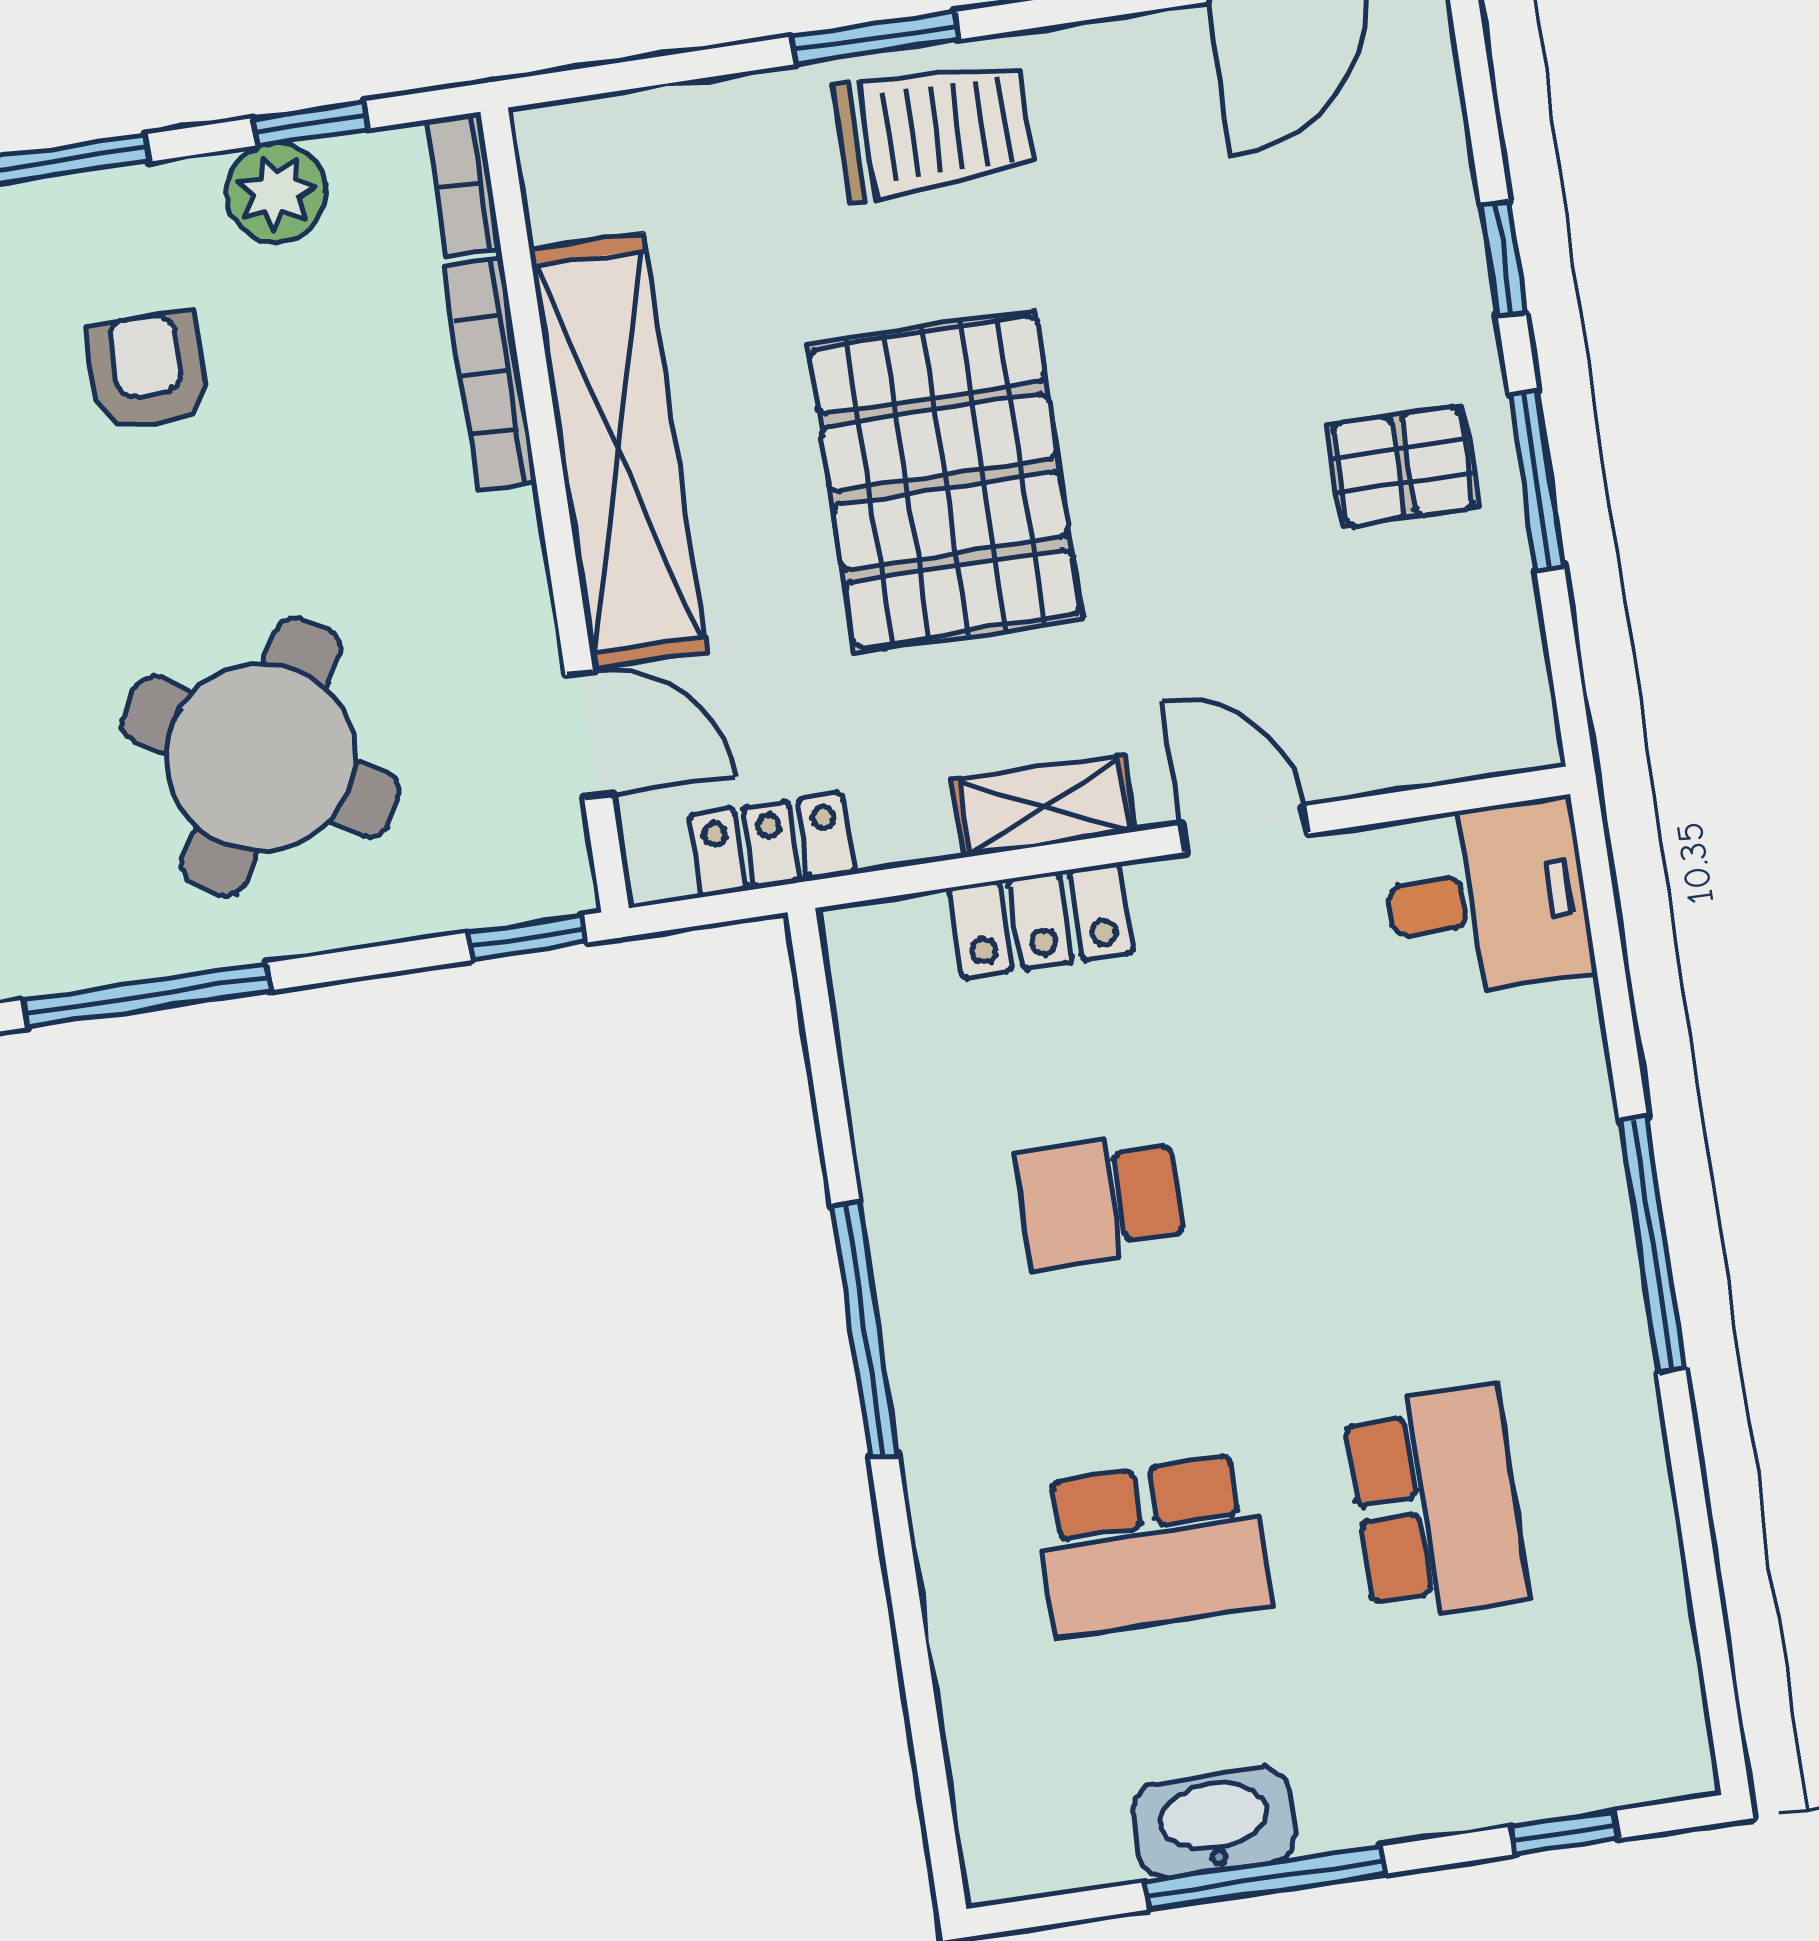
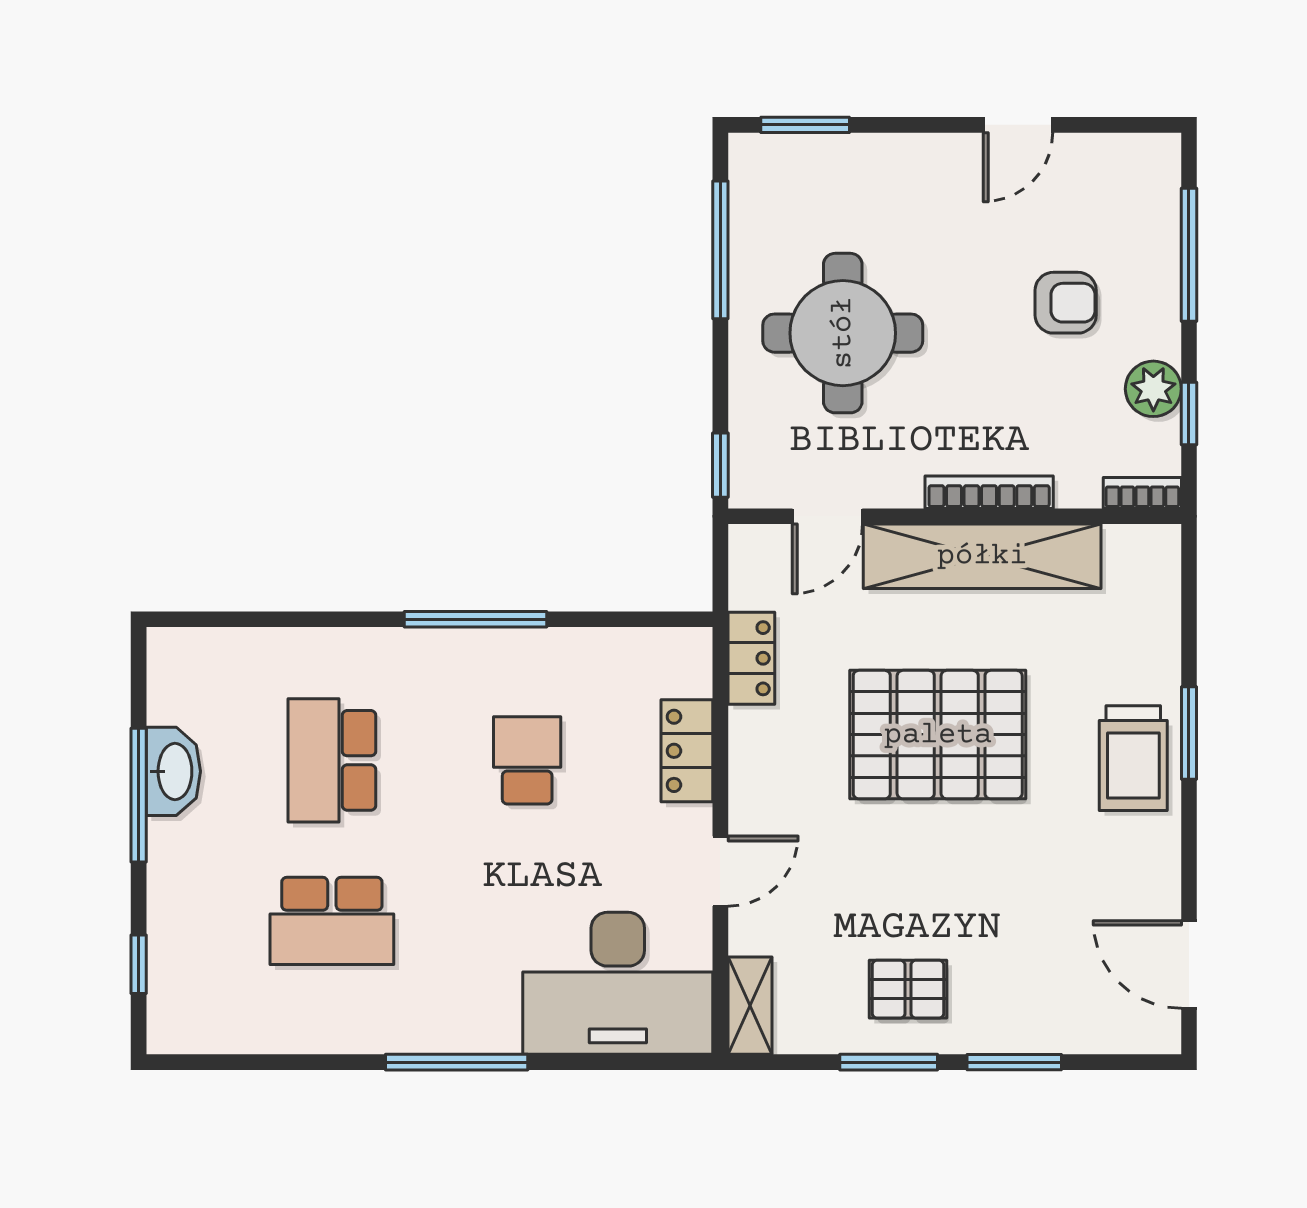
window: (1503, 259) -> (1014, 1062), width x1.50
bookcase: (490, 374) -> (989, 492), moved
pallet: (1403, 466) -> (908, 989), turned 90
round table: (261, 757) -> (843, 333), turned -31
shelving: (1044, 806) -> (750, 1006), moved
locker: (772, 845) -> (751, 658), moved
desk: (1487, 898) -> (618, 983), width x1.87, depth x1.30

